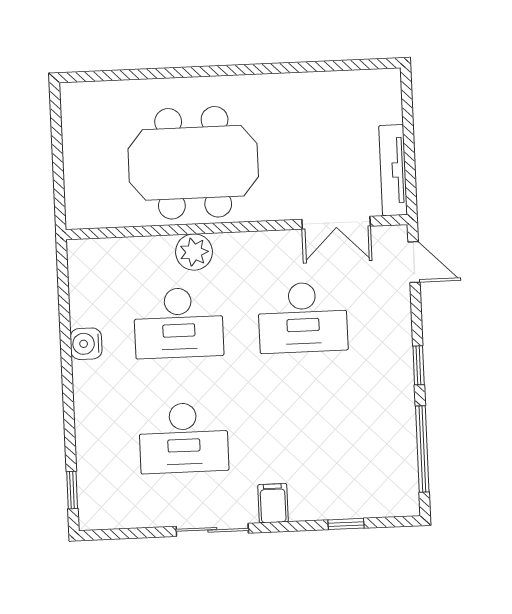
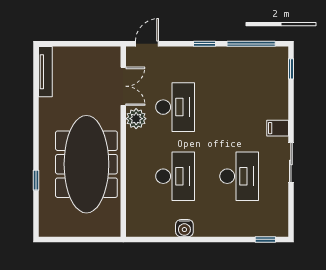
window: (161, 73) -> (36, 180), added
meeting table: (193, 163) -> (86, 164), width x1.36
tv unit: (393, 170) -> (45, 72), moved, turned -90
plant: (194, 252) -> (136, 119), moved
window: (346, 524) -> (291, 69), moved

